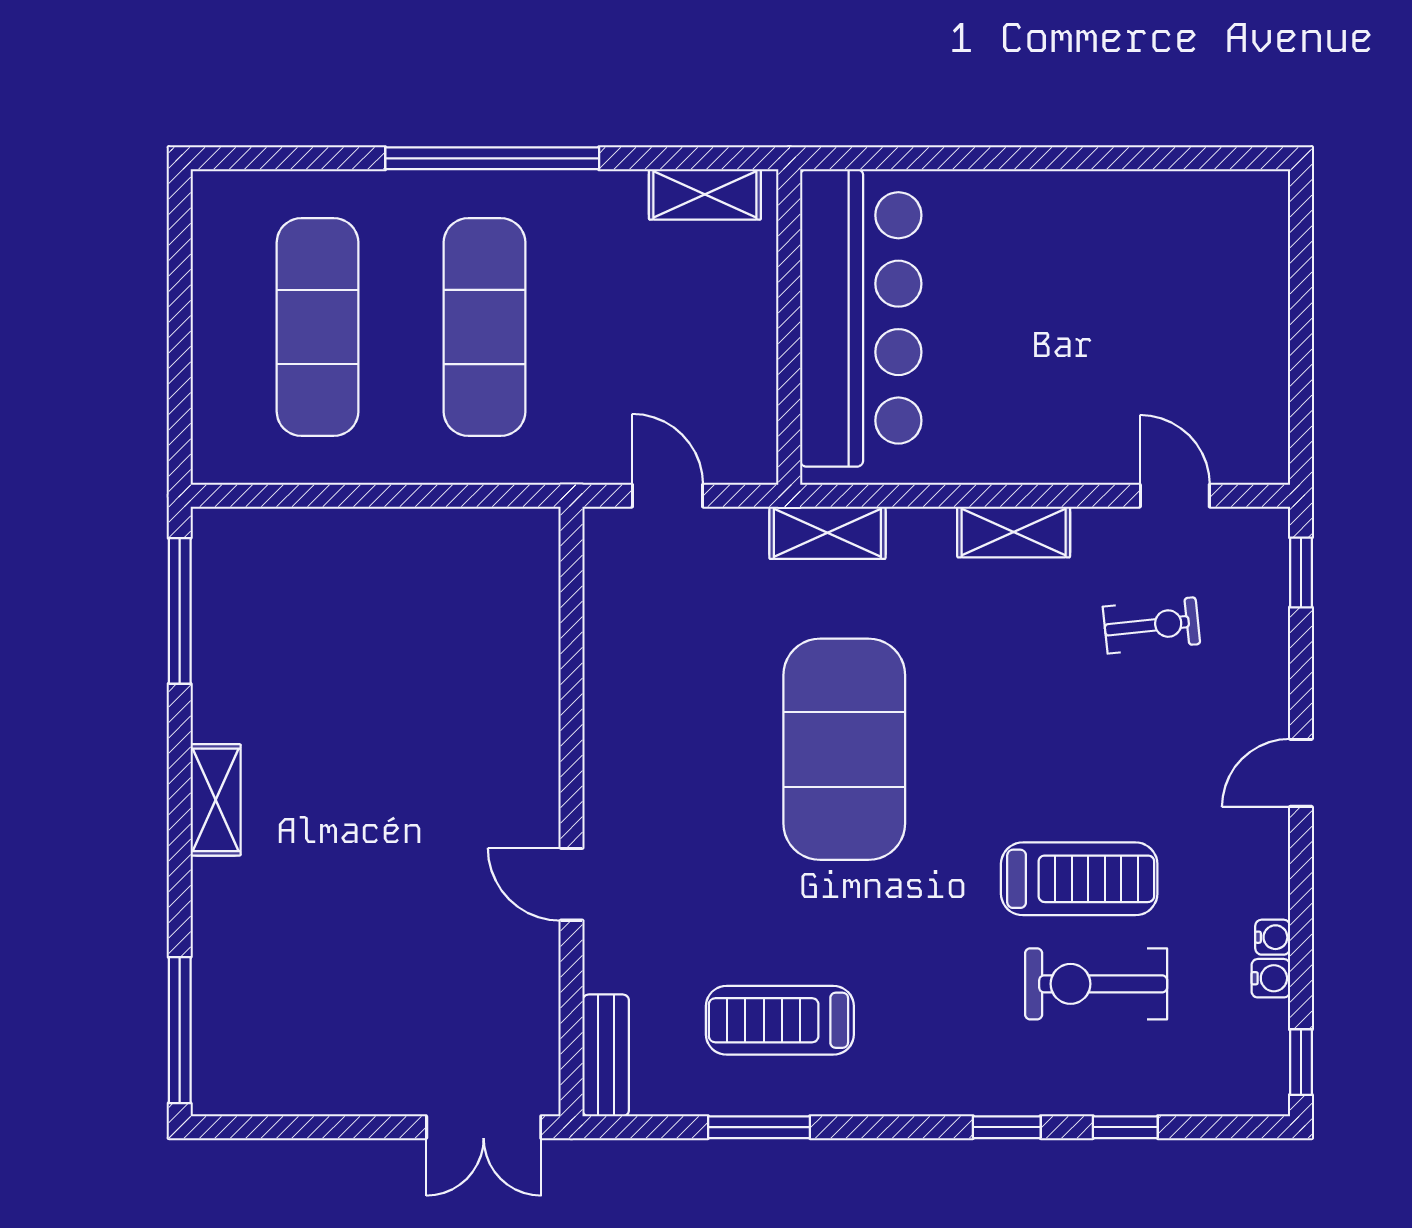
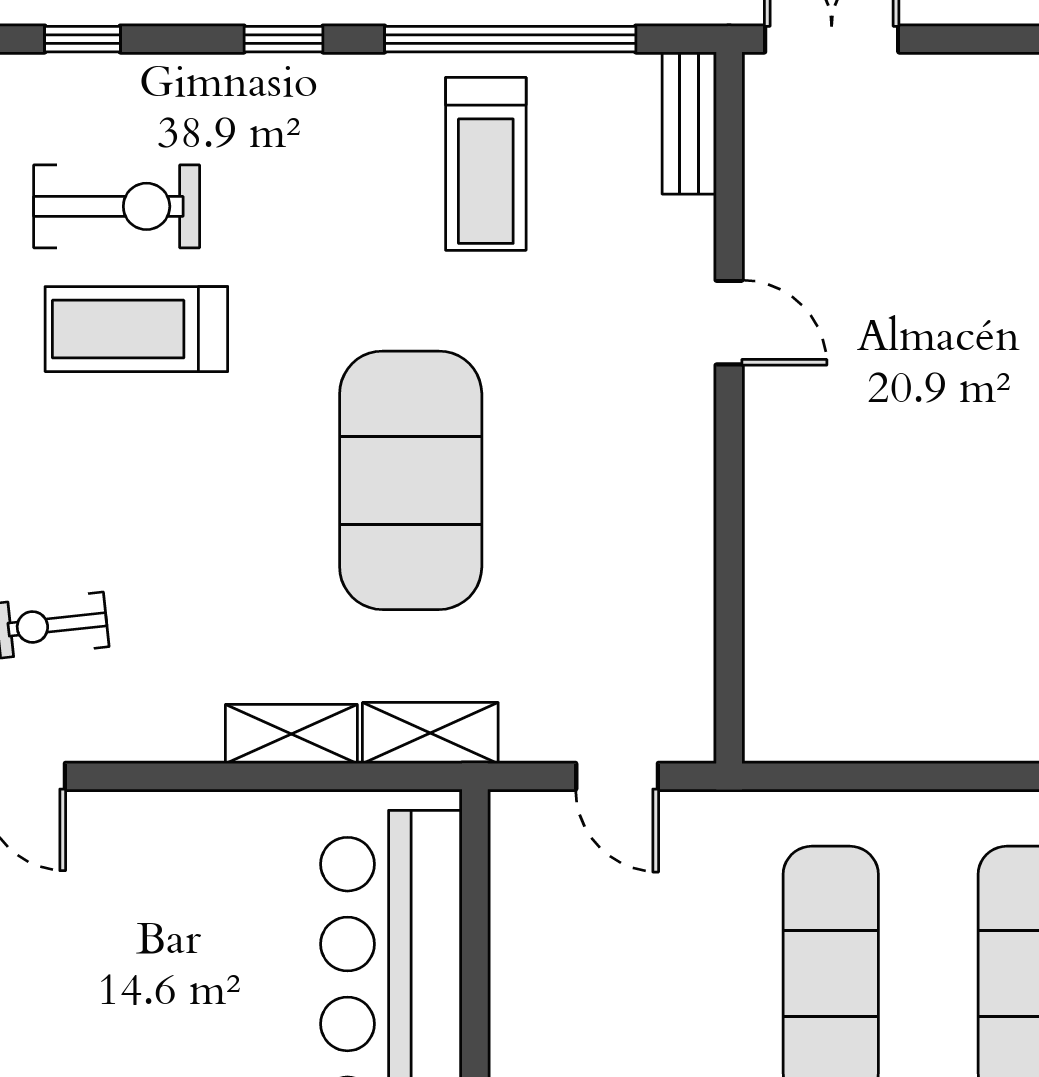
shelving: (1014, 532) -> (291, 734), moved
treadmill: (780, 1020) -> (486, 164), turned 90
window: (759, 1127) -> (510, 39), width x2.11
window: (1007, 1127) -> (284, 39), moved

